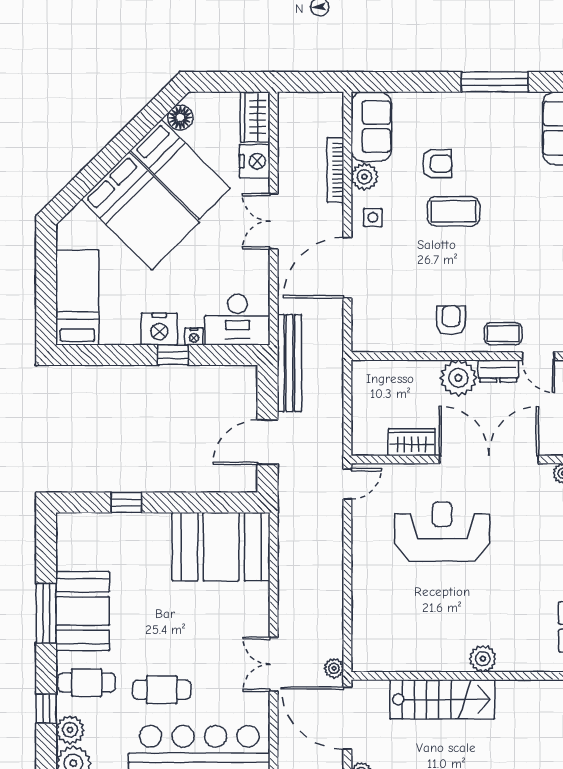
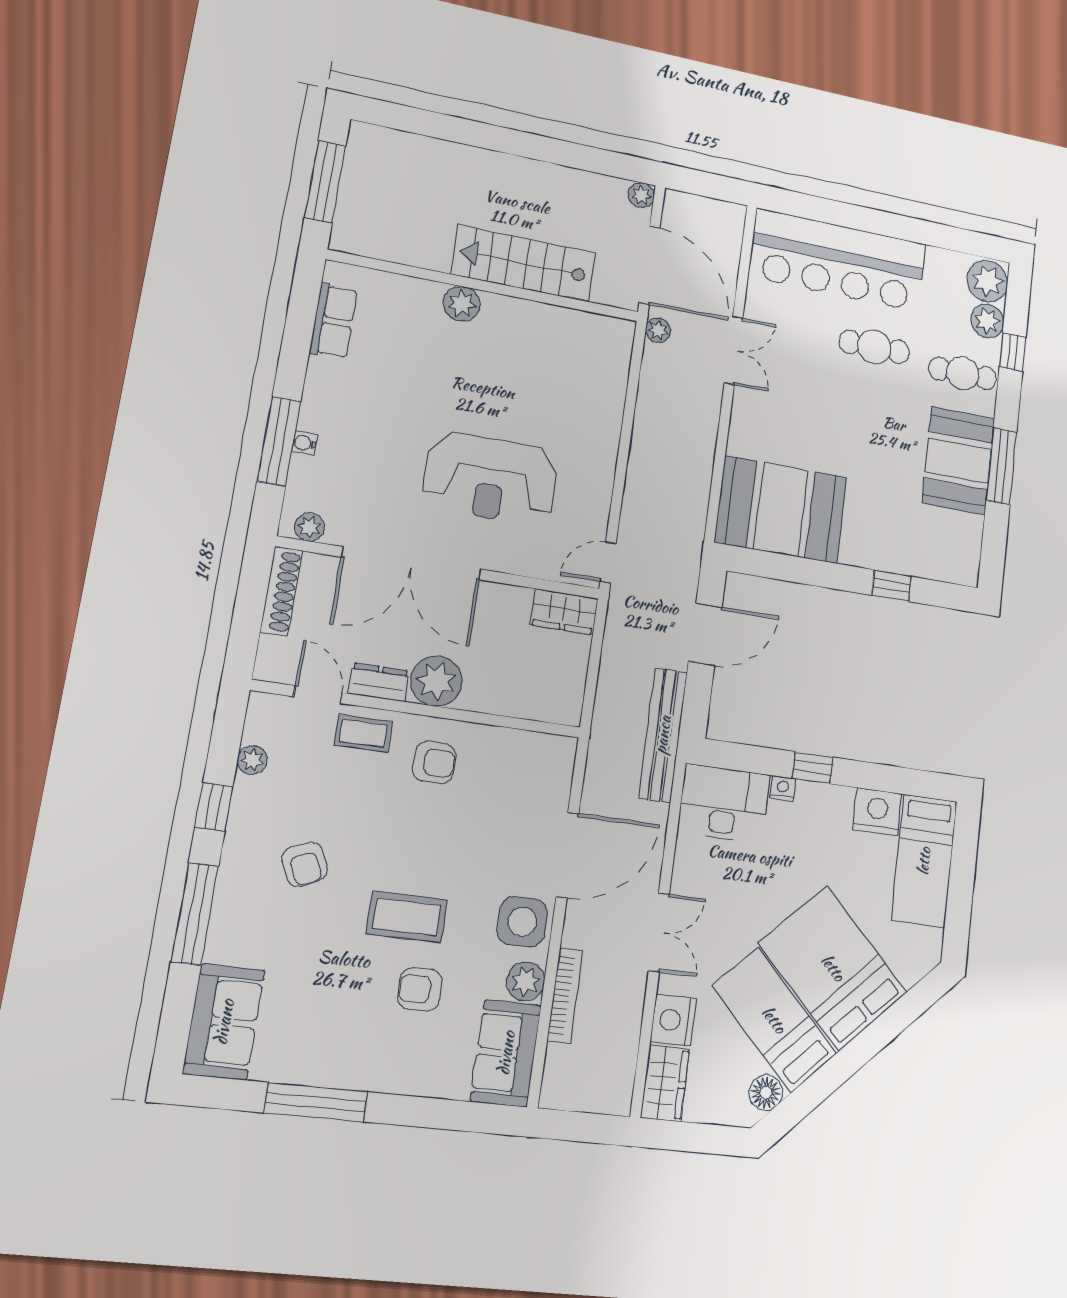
side table: (373, 217) -> (522, 922), width x1.87, depth x1.87
armchair: (528, 239) -> (305, 864), added
armchair: (451, 320) -> (434, 762), turned -89
nightstand: (159, 329) -> (877, 812), moved
wardrobe: (412, 442) -> (564, 612), moved

